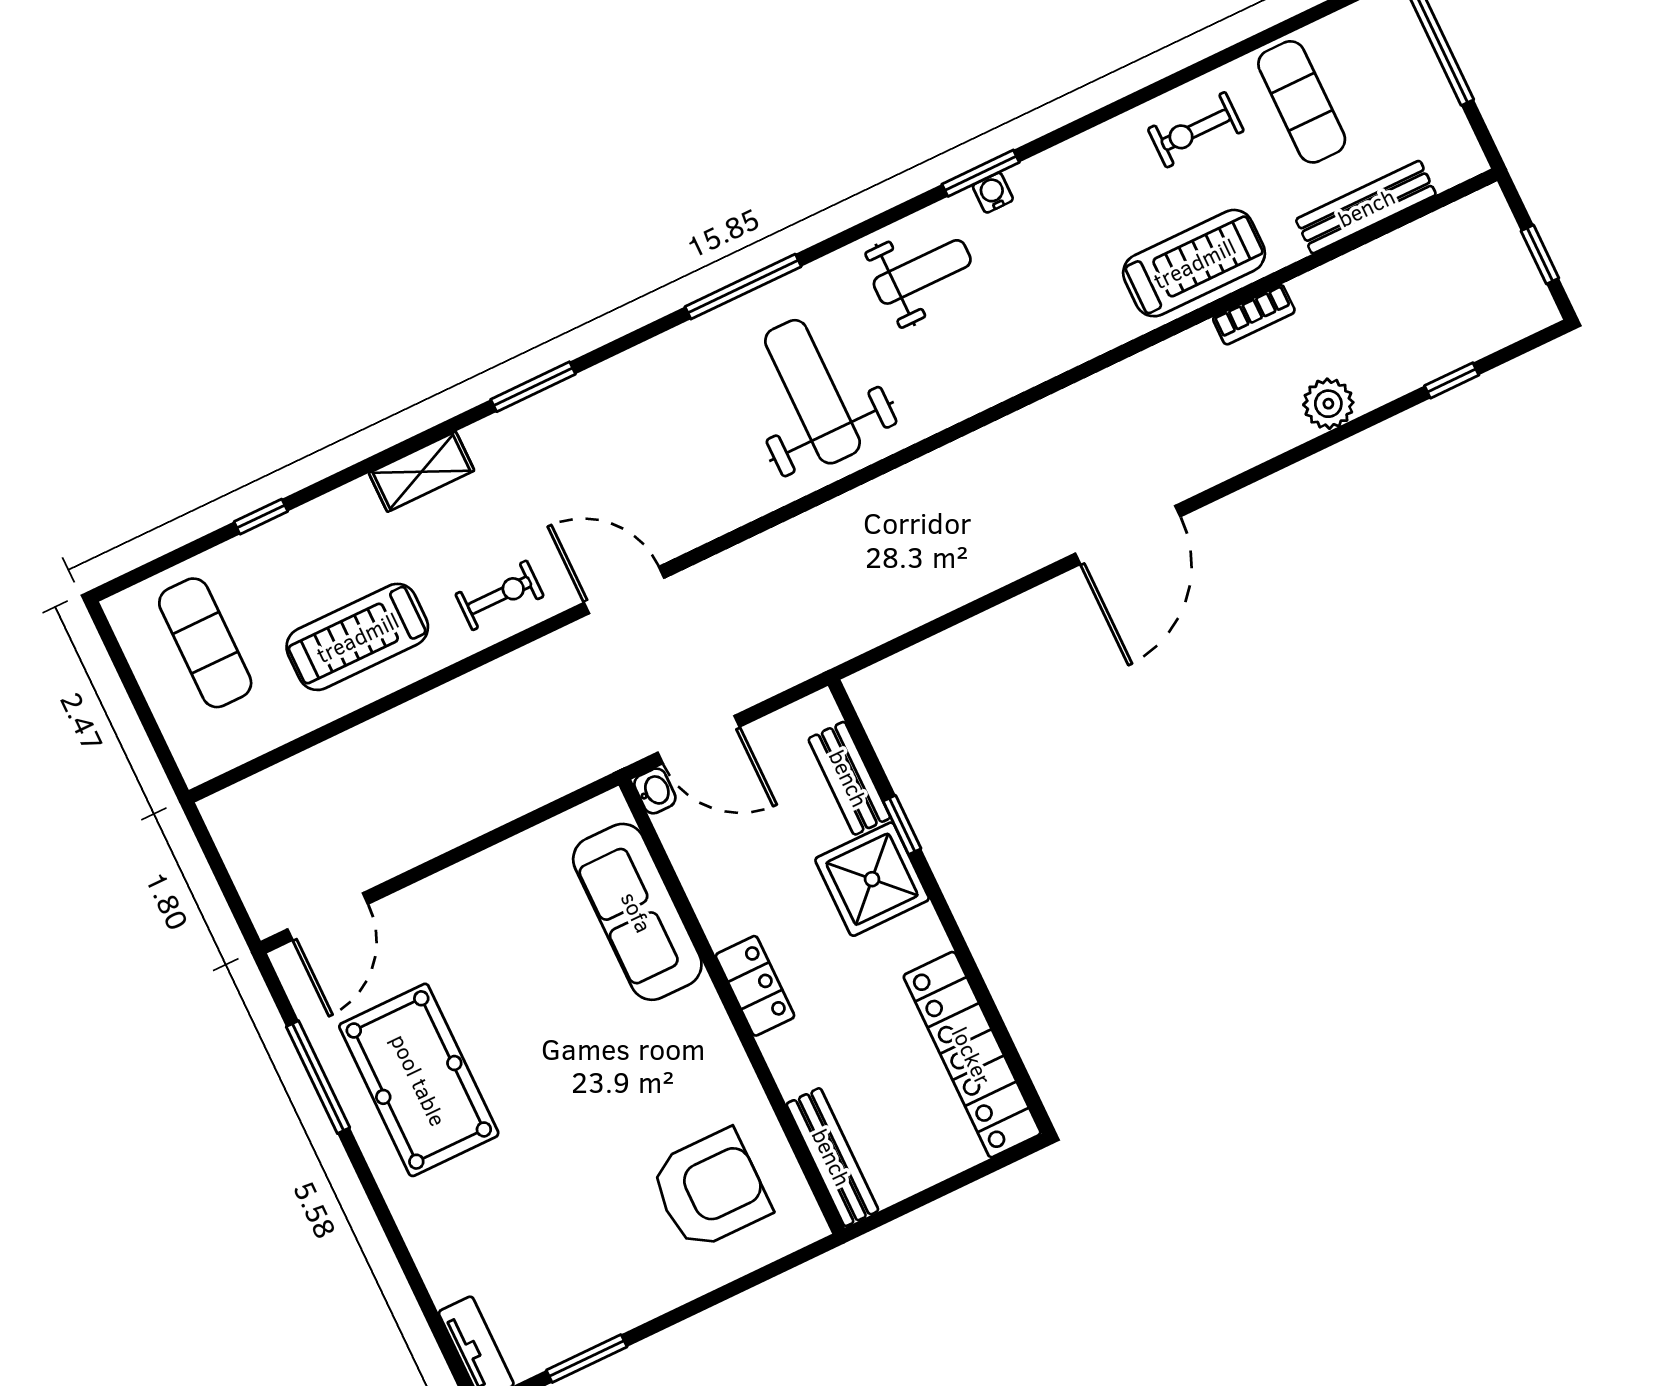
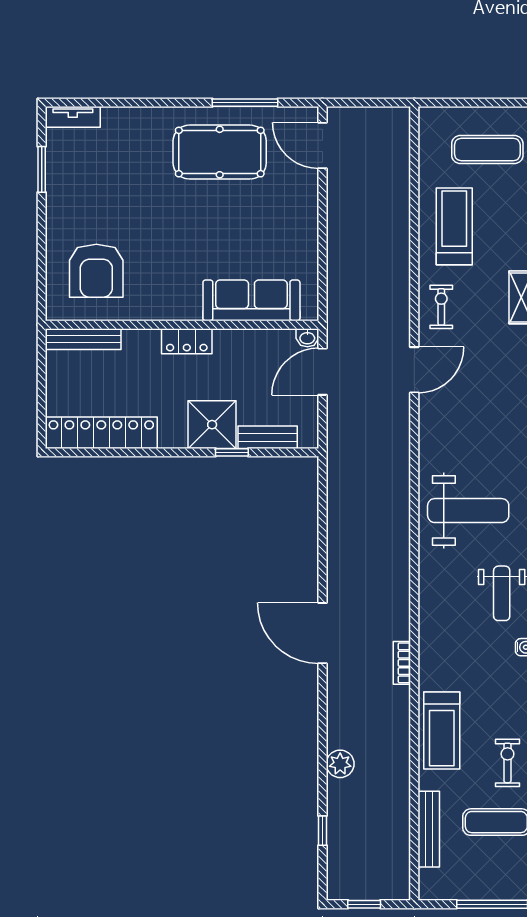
bookcase: (1254, 315) -> (402, 663), moved
exercise bike: (500, 595) -> (441, 307), turned 180

